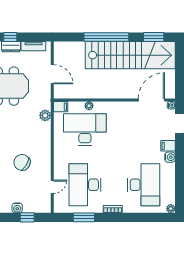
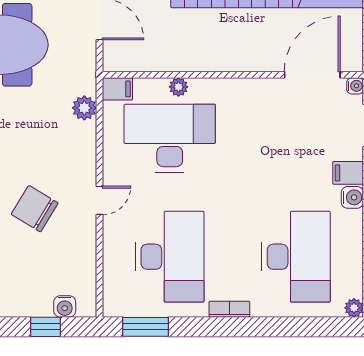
desk: (85, 185) -> (170, 257), turned 180
door: (52, 187) -> (99, 200), moved
water cooler: (17, 208) -> (65, 306), moved
window: (84, 217) -> (146, 327), moved

